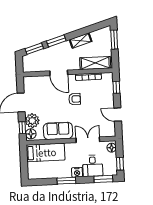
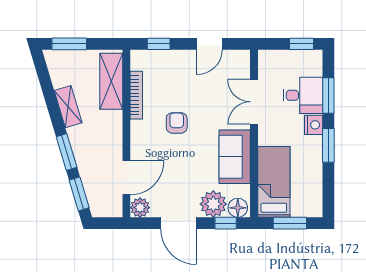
door: (59, 73) -> (126, 178), moved
plant: (28, 82) -> (140, 208), added
floor lamp: (112, 148) -> (271, 58), removed
window: (24, 162) -> (290, 223), added
window: (103, 179) -> (328, 96), moved

